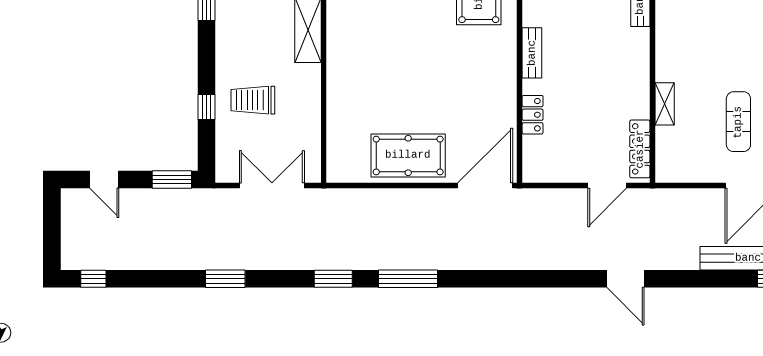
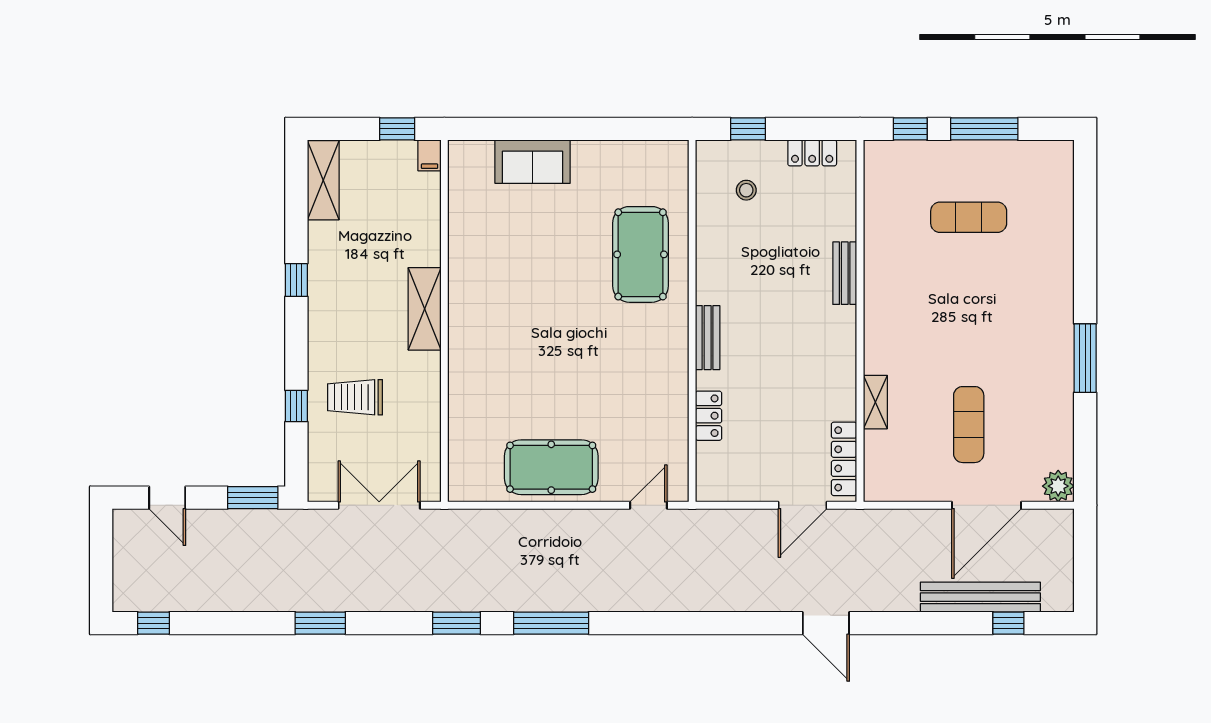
door: (485, 186) -> (649, 505), width x0.53

